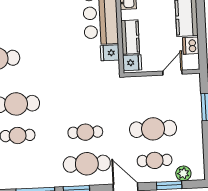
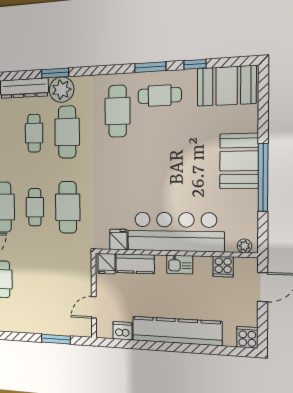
door: (172, 73) -> (94, 307), swing flipped
cafe table: (153, 129) -> (68, 207), moved

